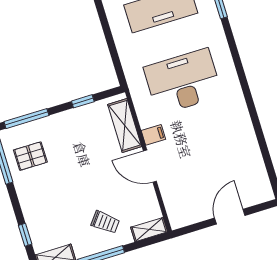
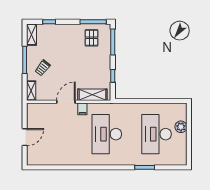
desk: (183, 82) -> (107, 134), turned 180
door: (230, 217) -> (25, 137), hinge flipped

